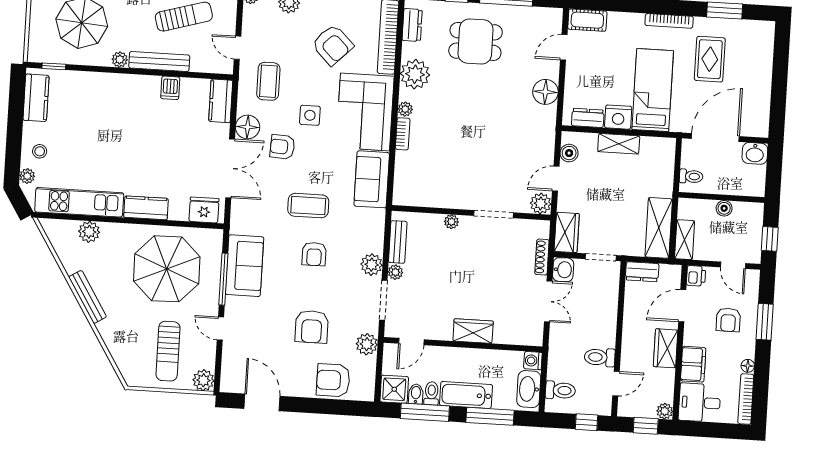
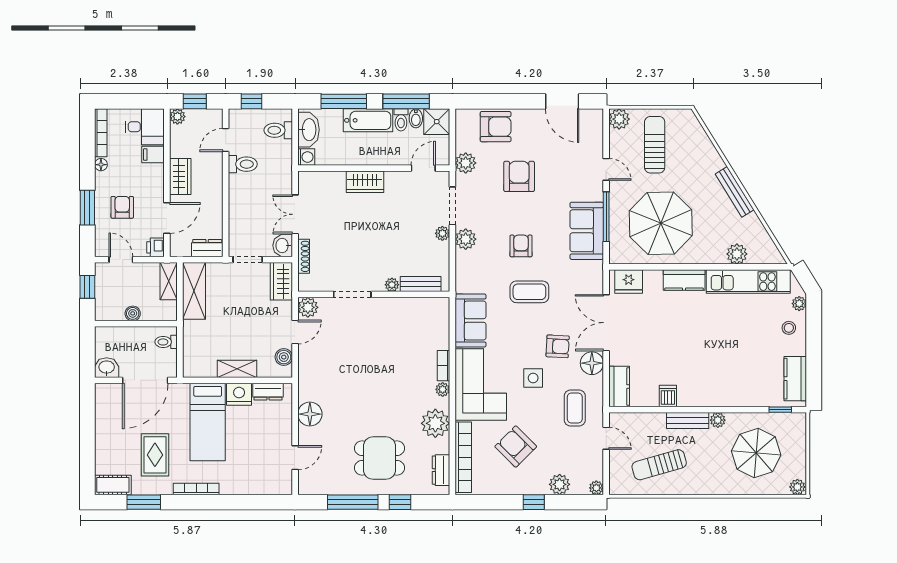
cot: (587, 20) -> (113, 485), moved
bench: (159, 61) -> (688, 420), width x0.73
bench: (398, 242) -> (421, 284), moved, turned 90
filing cabinet: (693, 364) -> (153, 155), width x0.50

